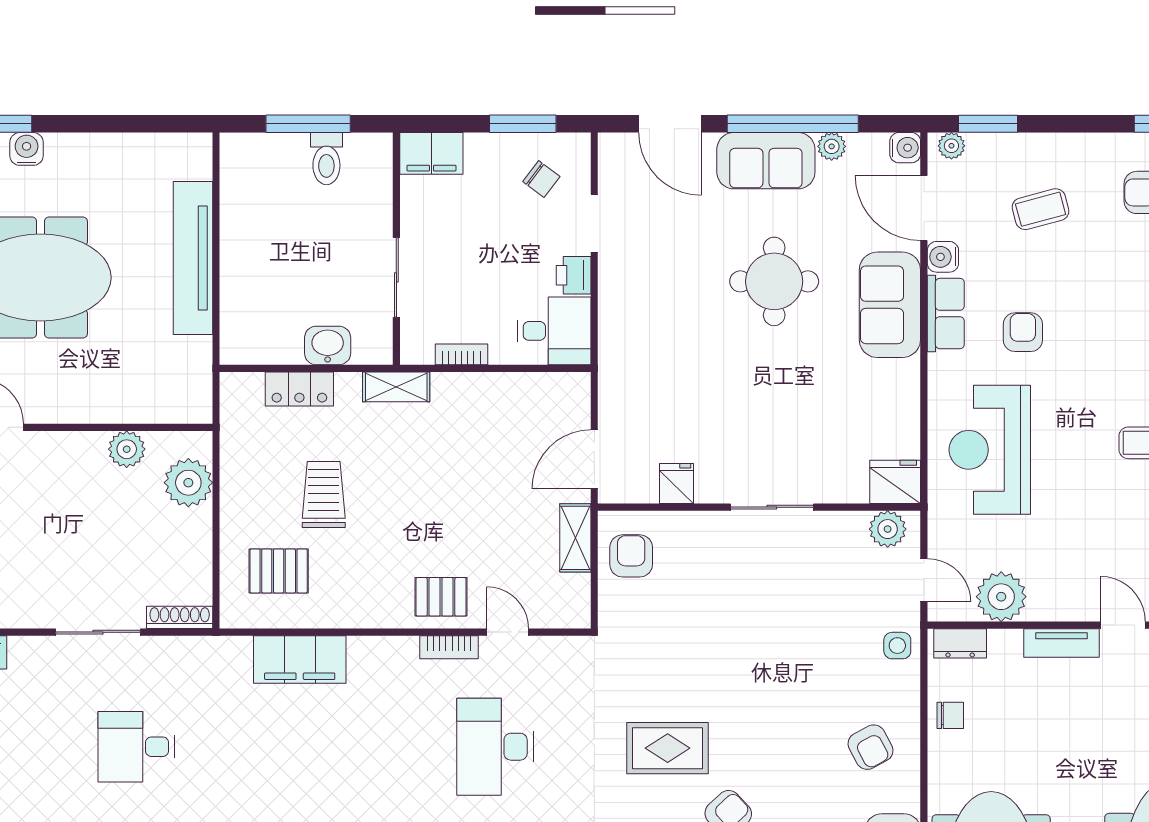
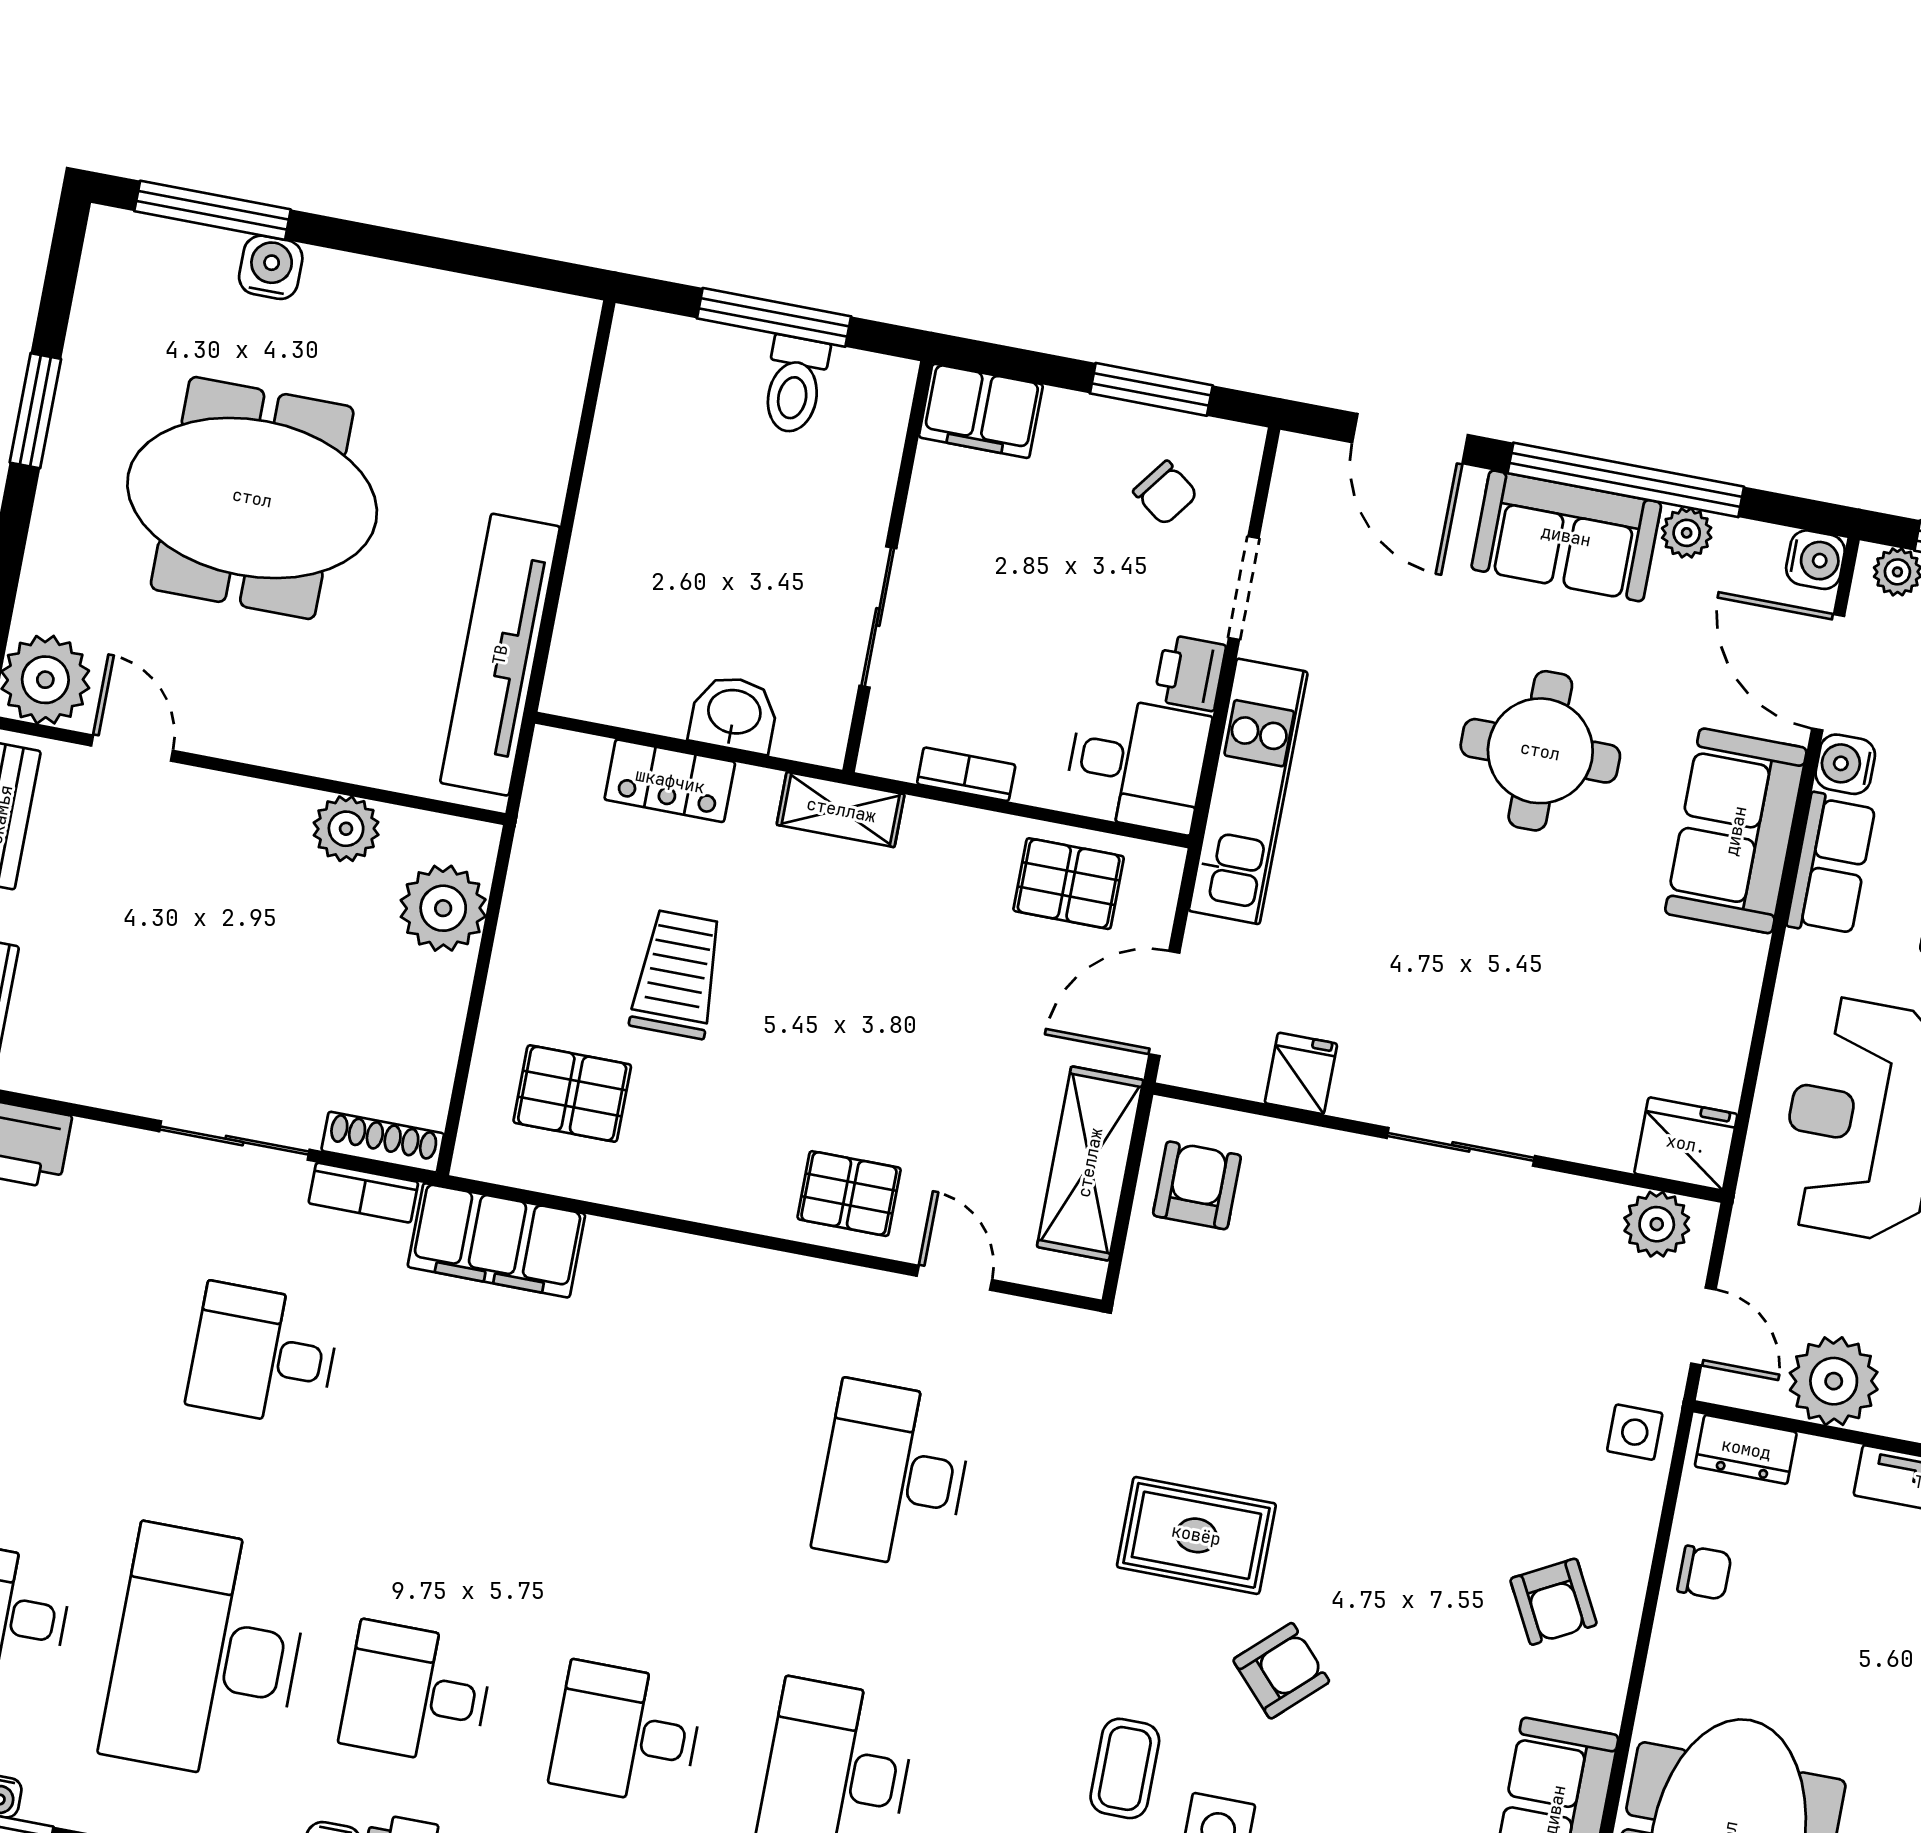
tv unit: (193, 258) -> (500, 655), moved
kitchen unit: (618, 334) -> (1248, 791), added
pallet: (529, 404) -> (1069, 884), added
shelving: (575, 538) -> (1090, 1163), width x1.50, depth x1.33
bookcase: (449, 647) -> (363, 1193), moved
filing cabinet: (300, 659) -> (496, 1240), moved

